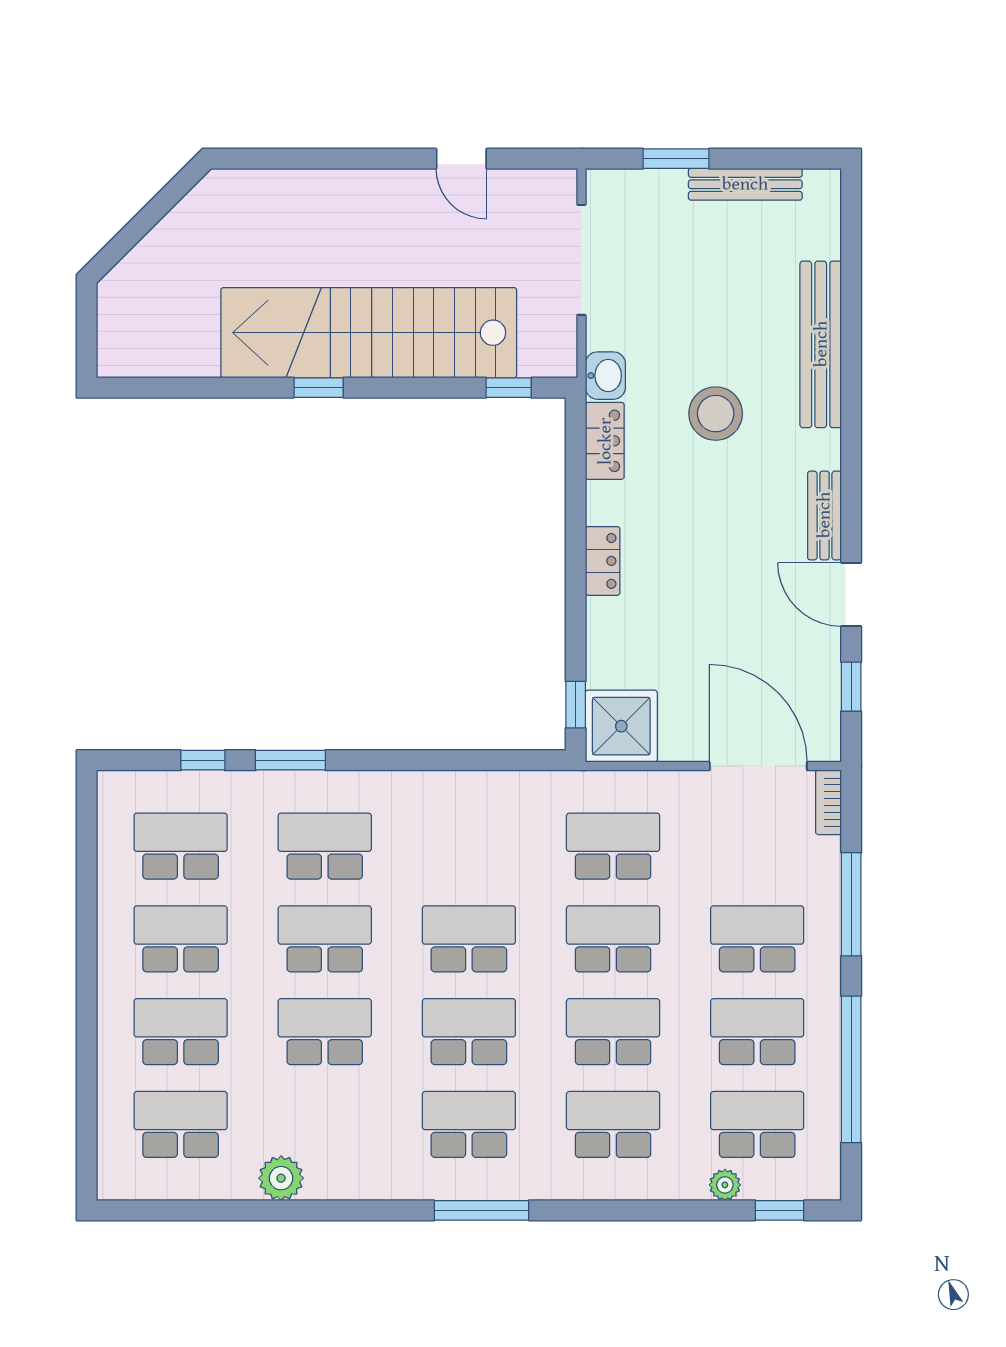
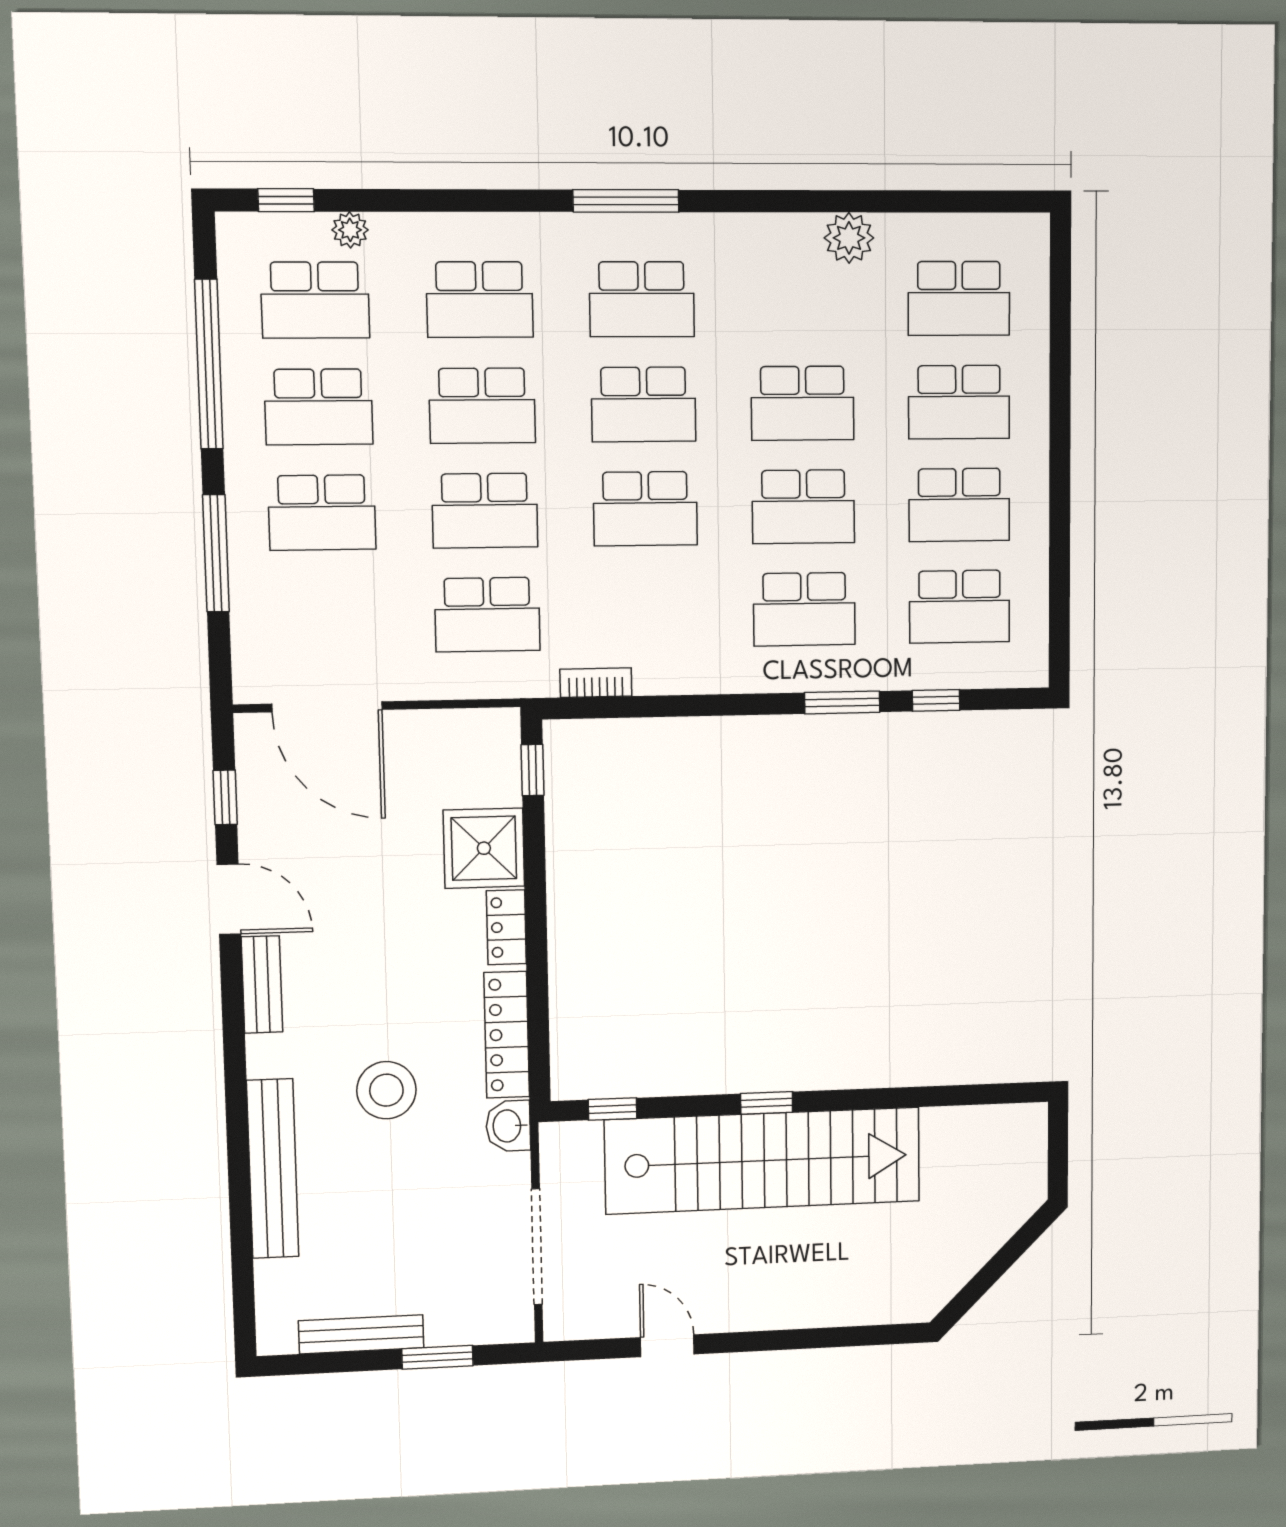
window: (319, 388) -> (767, 1103), moved
locker: (605, 441) -> (507, 1035), width x1.53
shower: (621, 726) -> (484, 848), moved
bookcase: (829, 802) -> (596, 683), moved, turned -90

